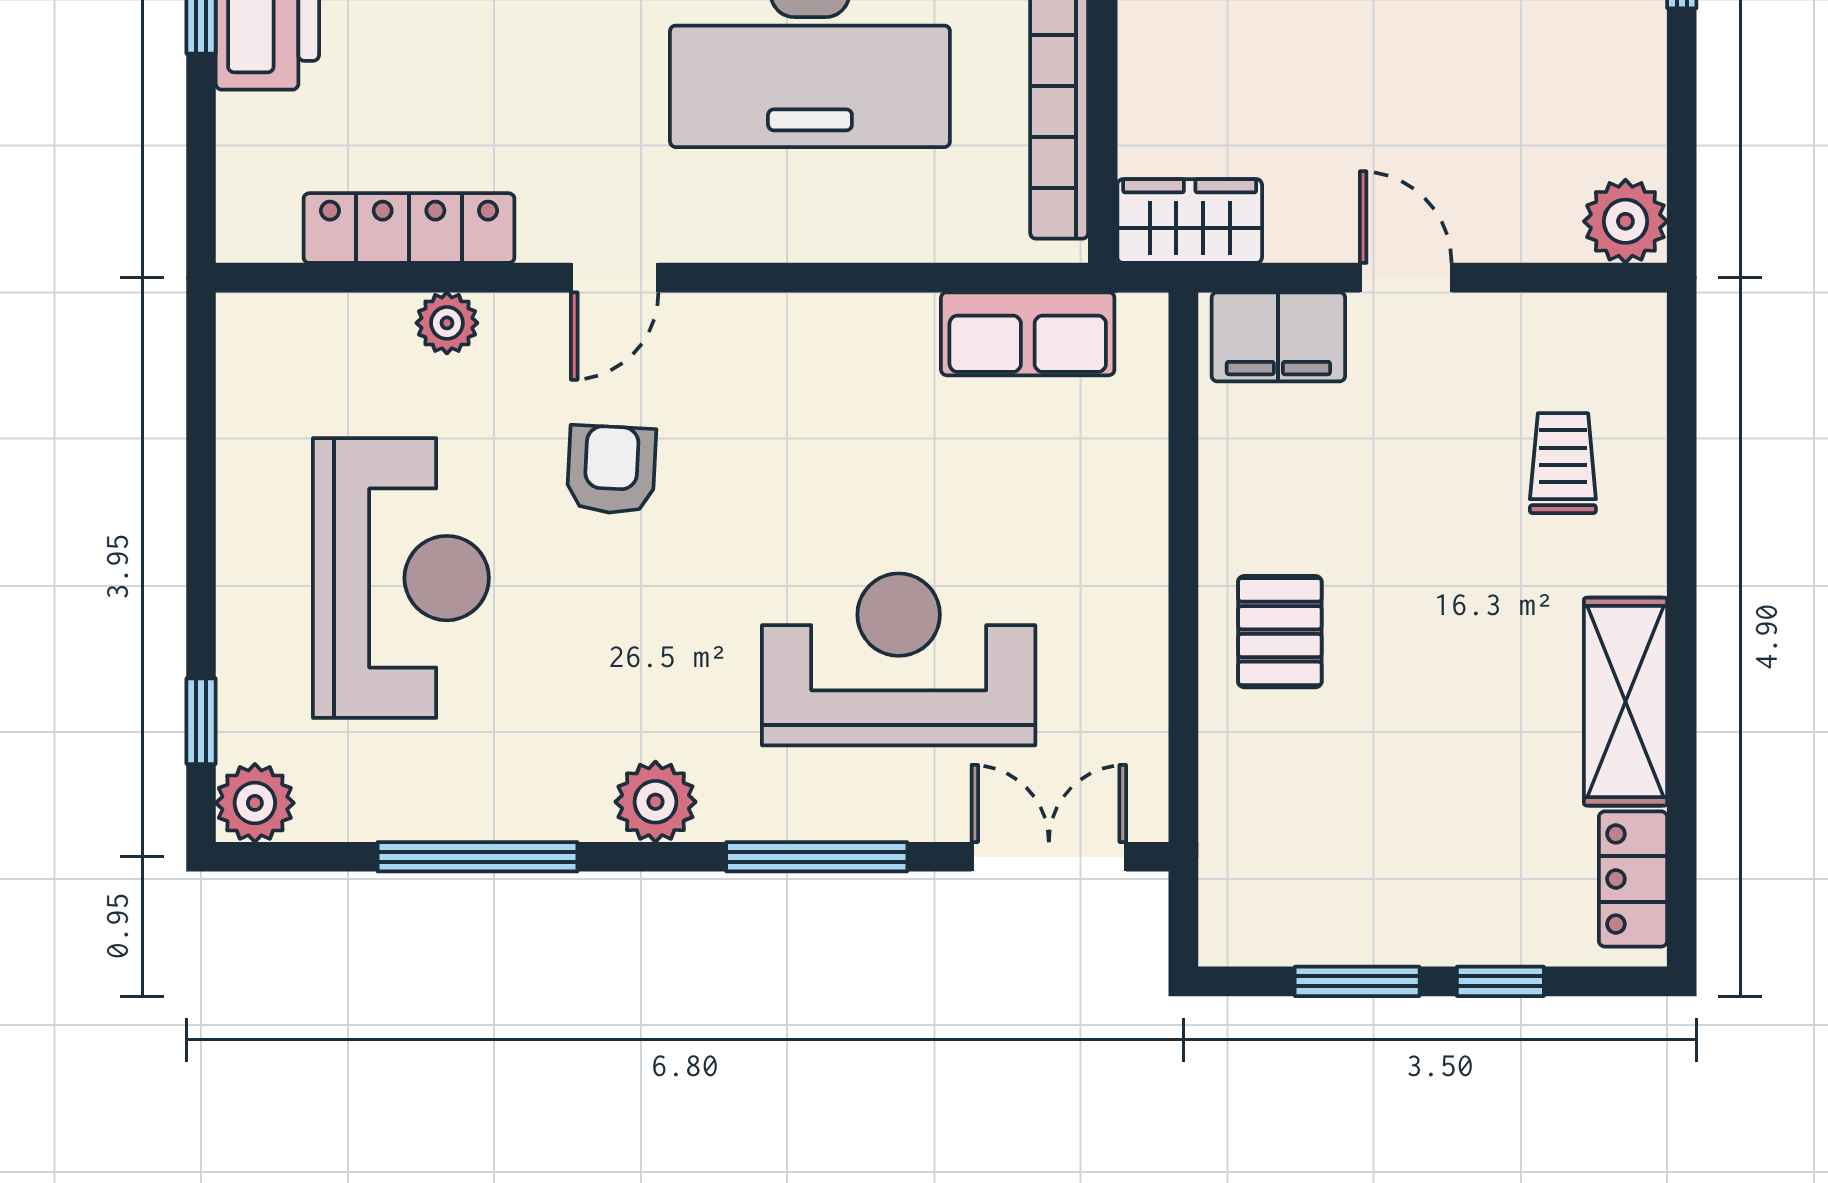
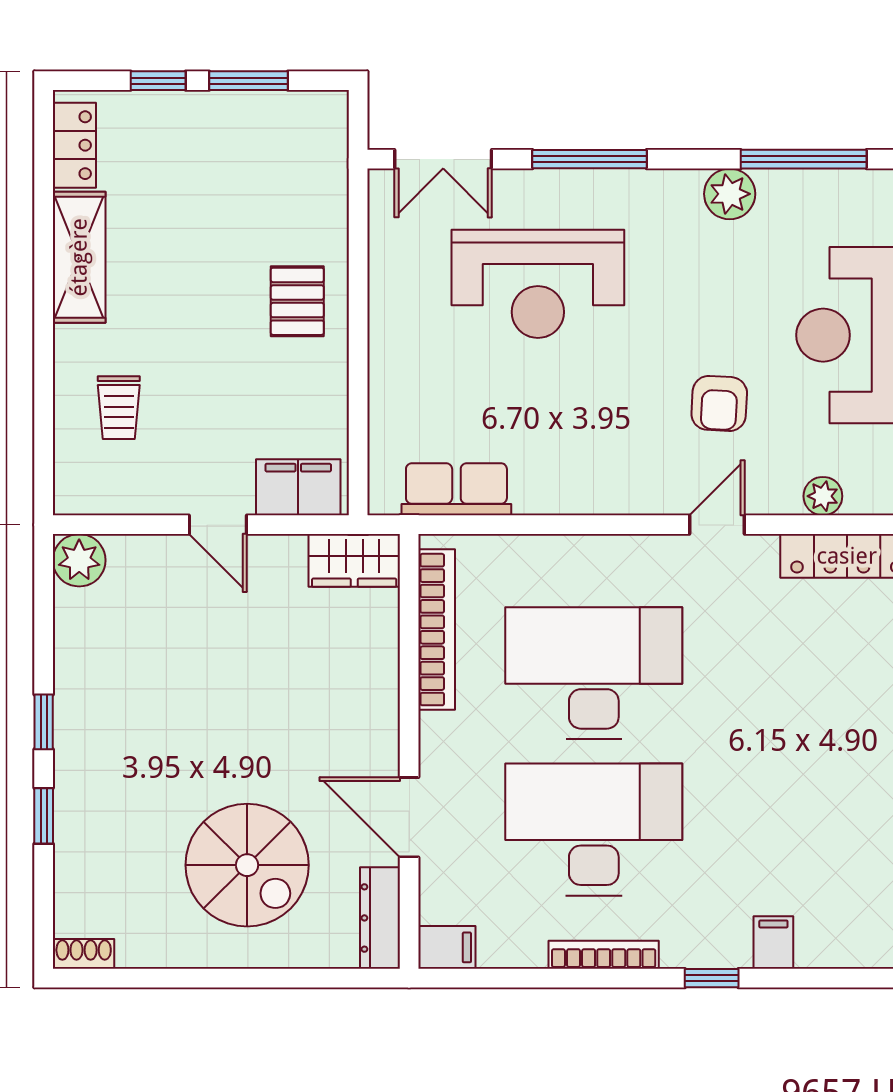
plant: (655, 802) -> (730, 194), moved

